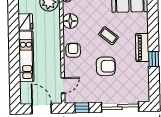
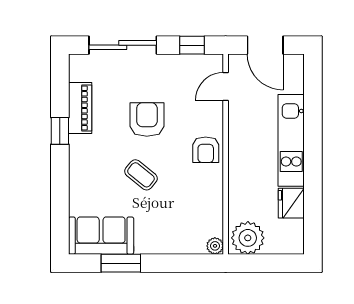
floor lamp: (70, 21) -> (210, 203), removed
piano: (142, 47) -> (80, 108), moved
armchair: (106, 66) -> (147, 120), turned 90

